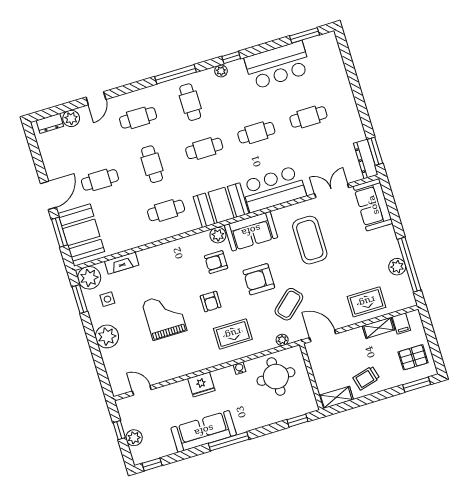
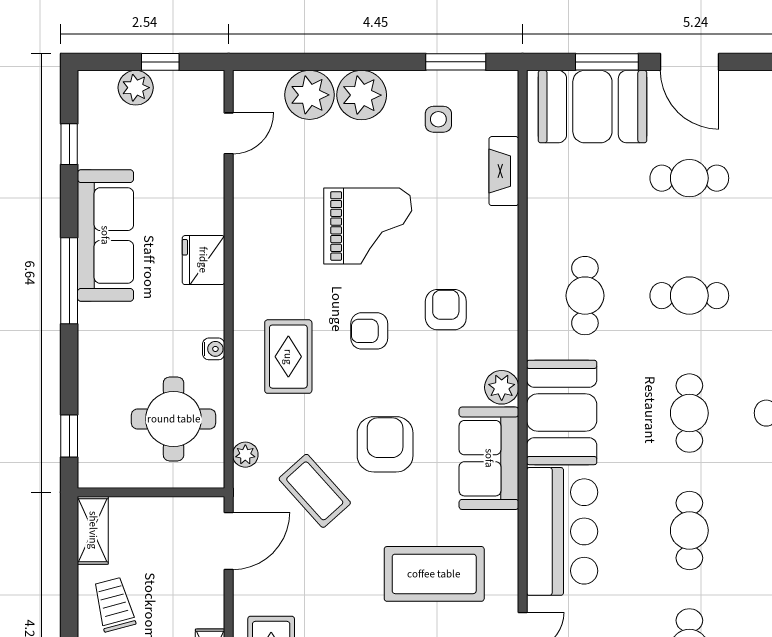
cafe table: (100, 180) -> (689, 178), turned 90
armchair: (216, 262) -> (446, 310), moved
plant: (89, 278) -> (310, 95), moved
window: (152, 464) -> (69, 144), moved

